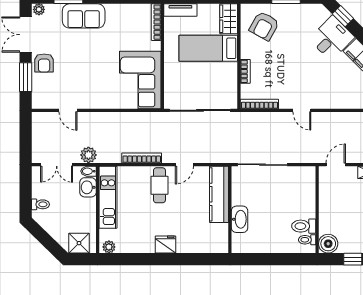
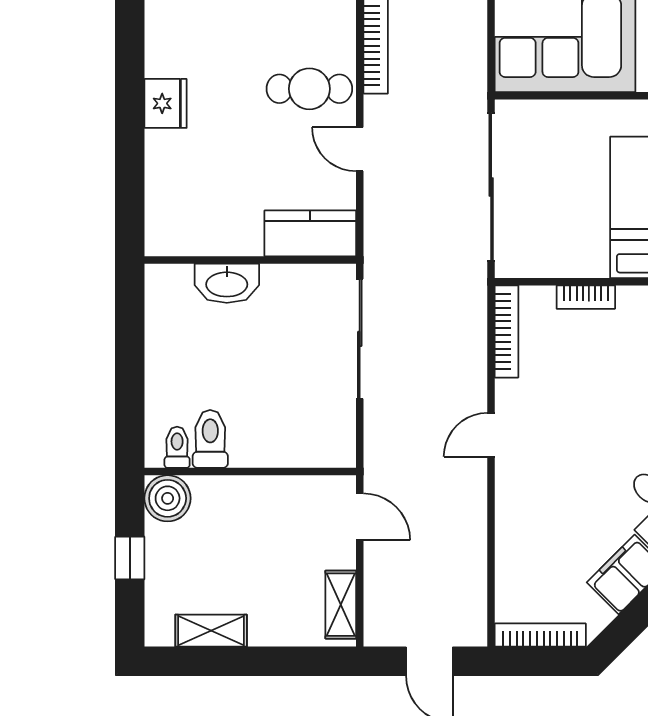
kitchen counter: (219, 194) -> (310, 233), width x0.67

